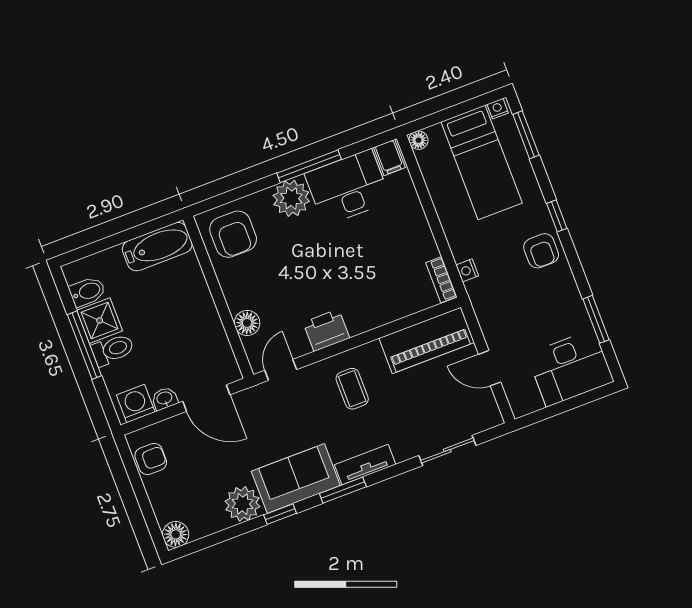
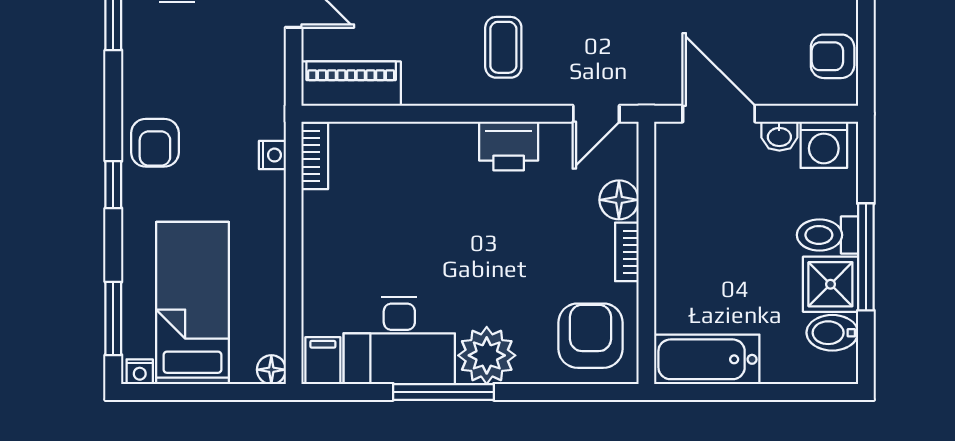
armchair: (541, 251) -> (155, 143), turned 180
bookcase: (230, 293) -> (627, 252), added
piano: (427, 340) -> (351, 84), width x0.73, depth x0.75

